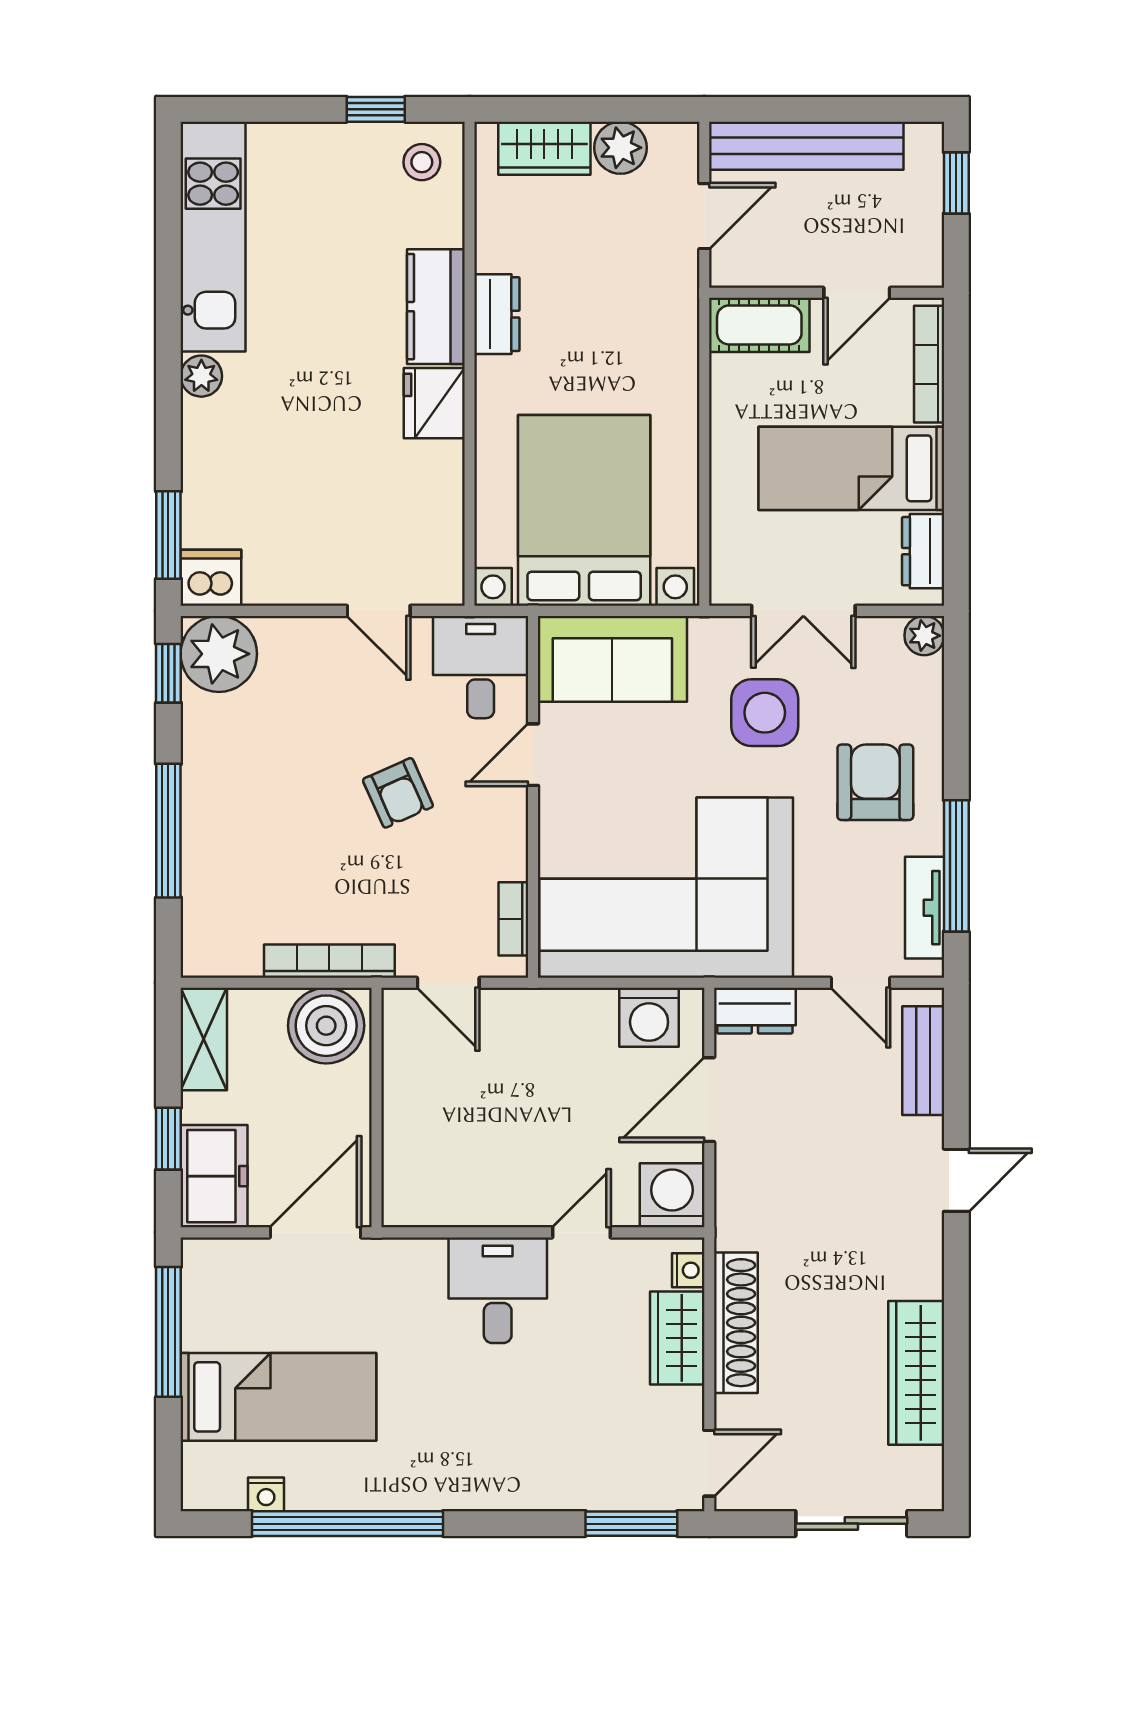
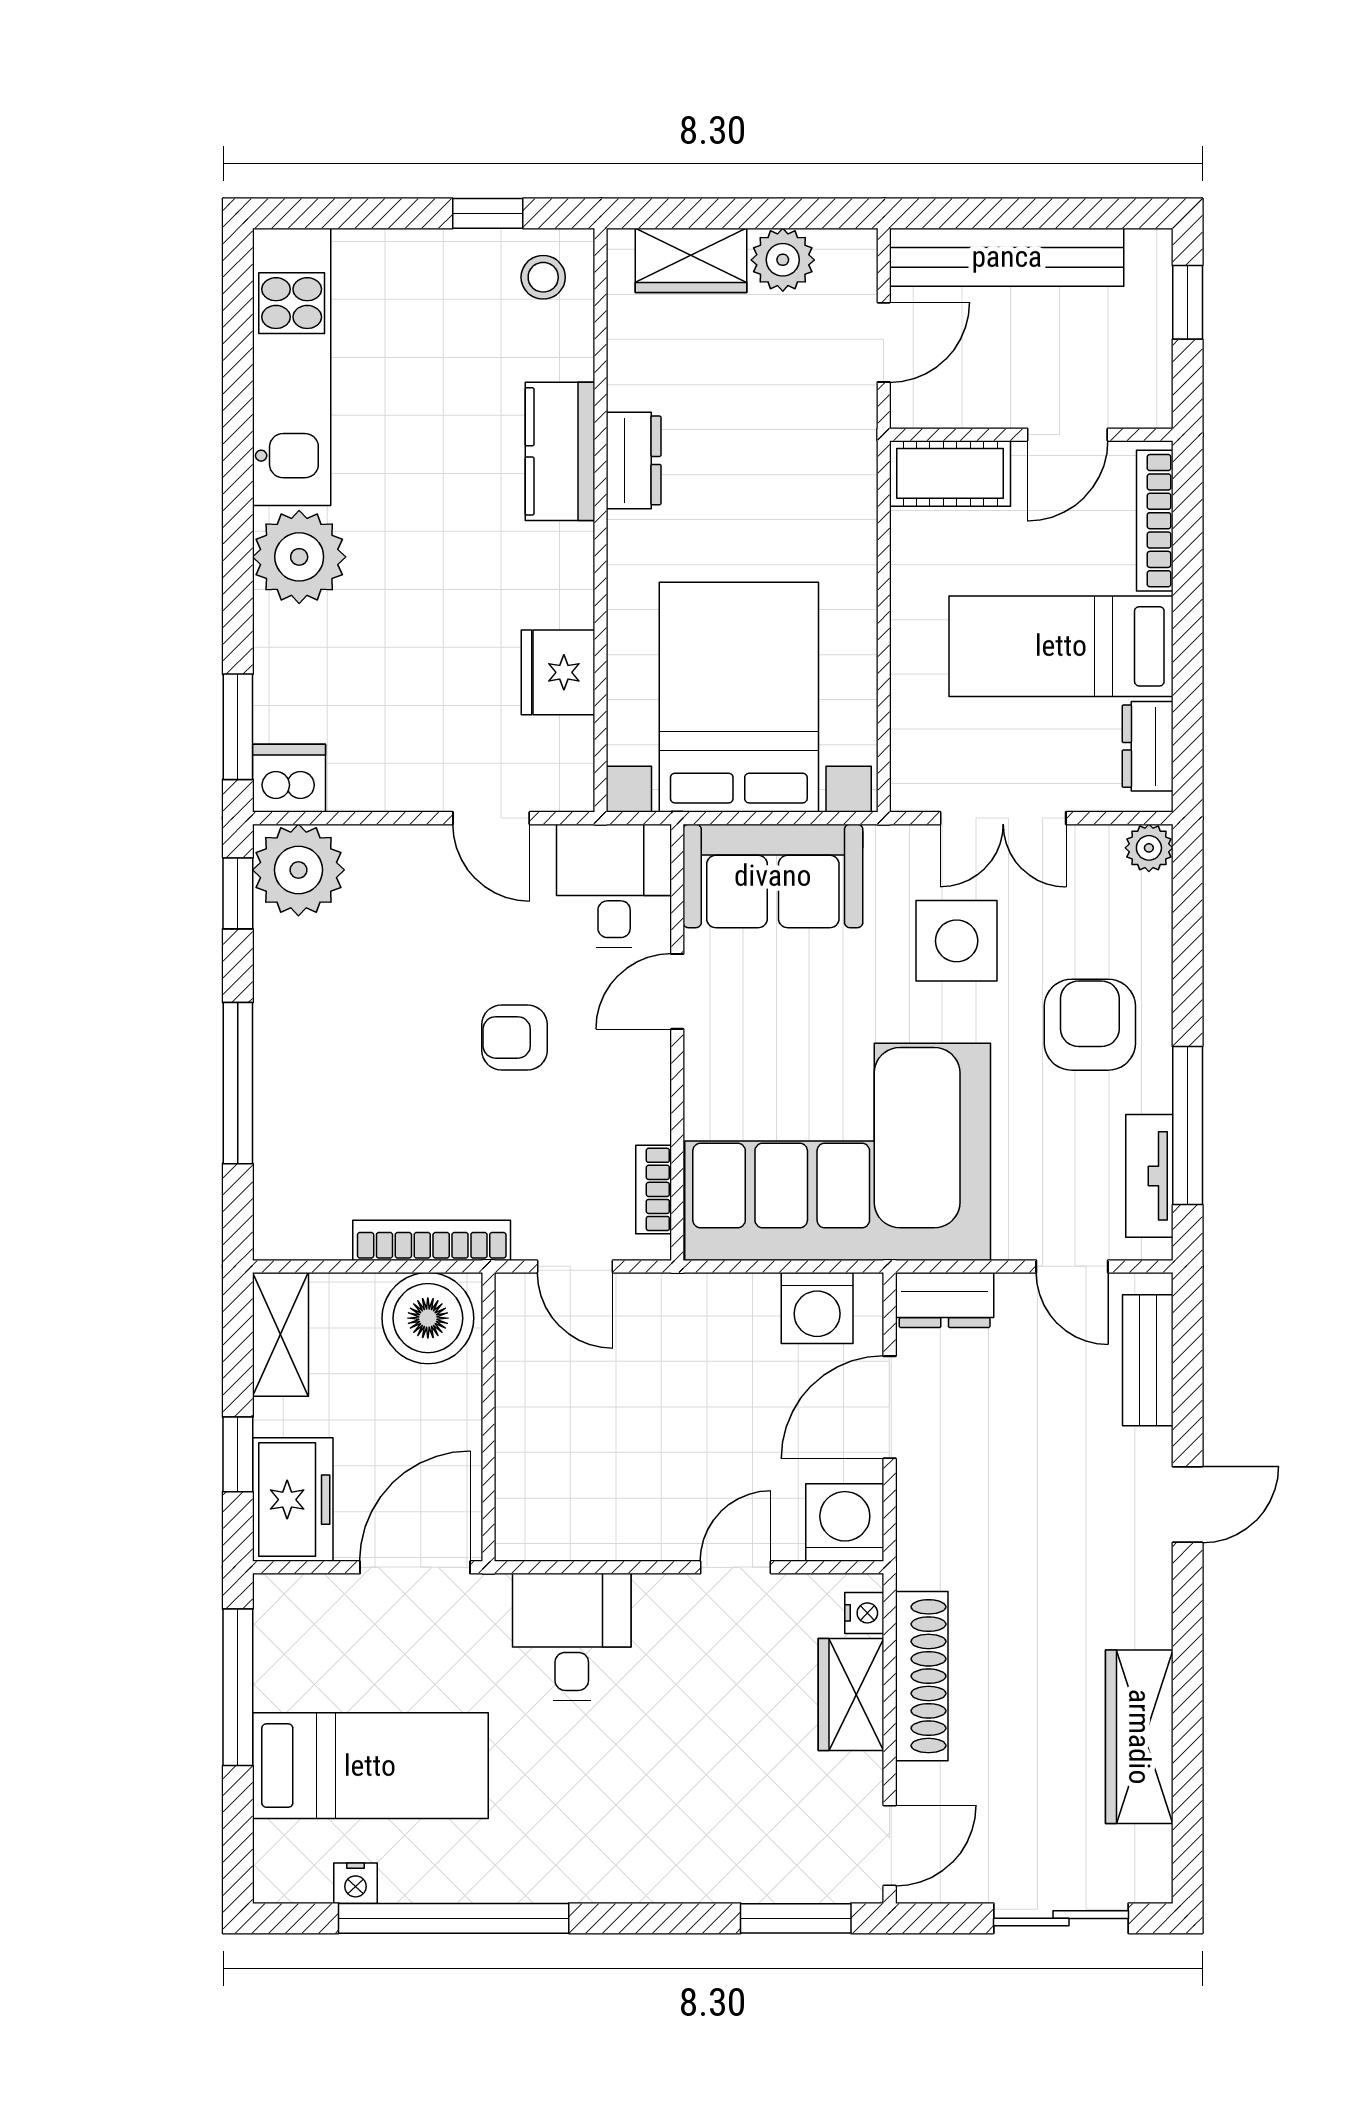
plant: (201, 376) -> (299, 557), width x1.88, depth x1.88
fridge: (434, 403) -> (558, 672), moved
armchair: (398, 793) -> (514, 1037), turned 114
desk: (498, 1290) -> (572, 1637), moved

